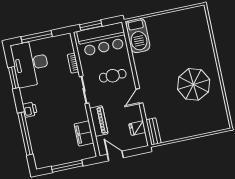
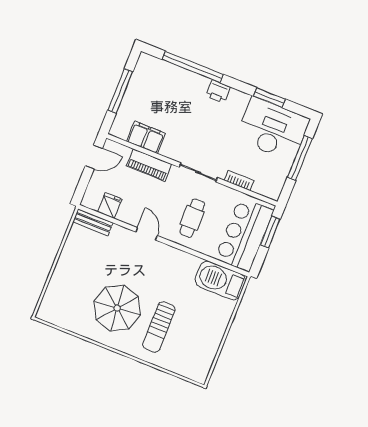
sun lounger: (188, 53) -> (159, 327), added

